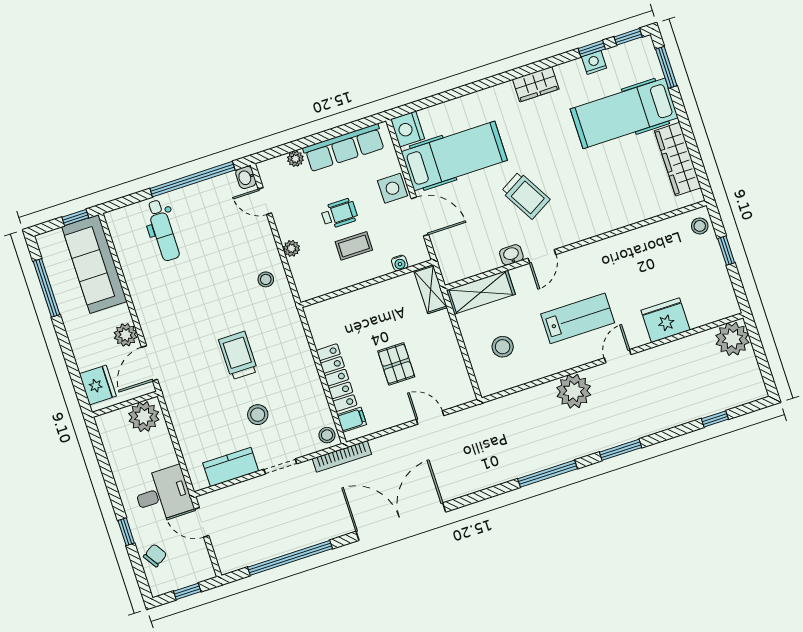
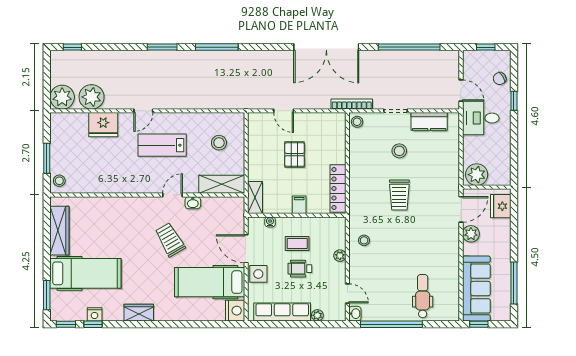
window: (726, 251) -> (47, 158), width x1.50
locker: (337, 378) -> (338, 189), moved
plant: (574, 391) -> (92, 97), moved
window: (715, 419) -> (72, 47), moved
filing cabinet: (352, 420) -> (299, 205), moved, turned 90

